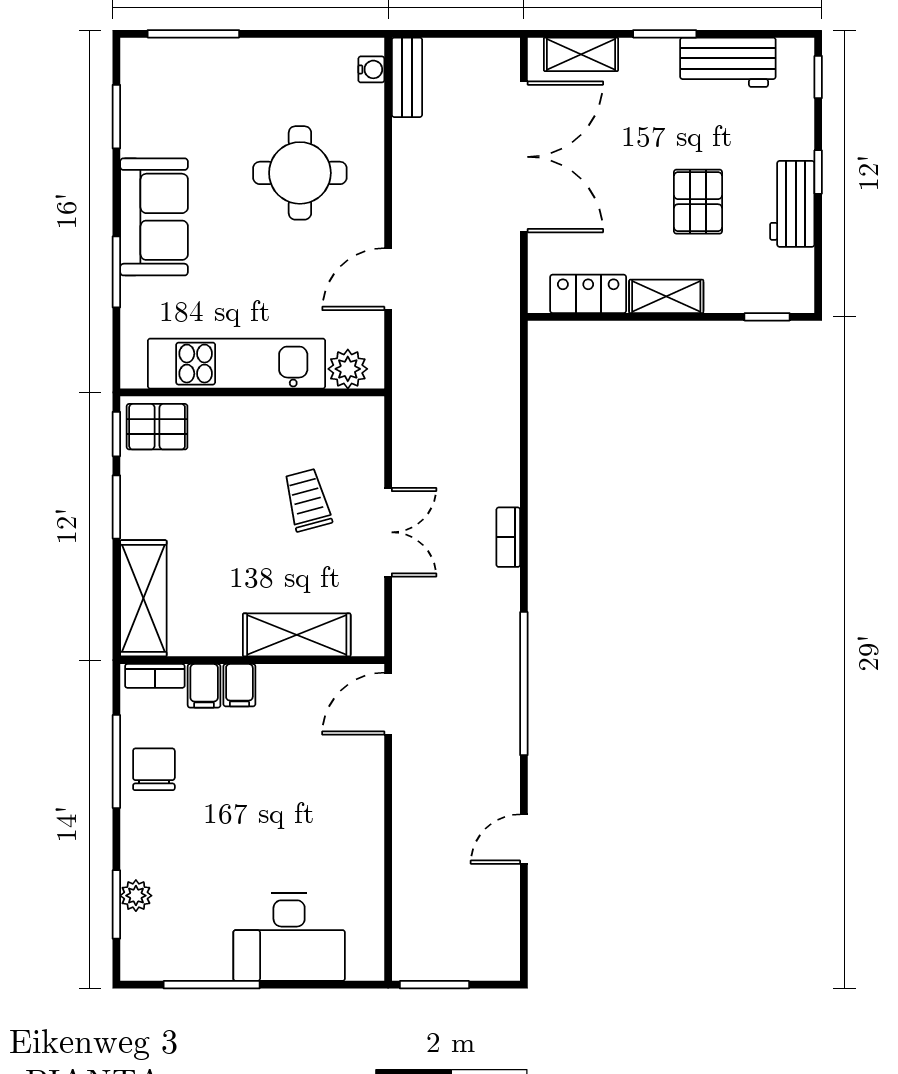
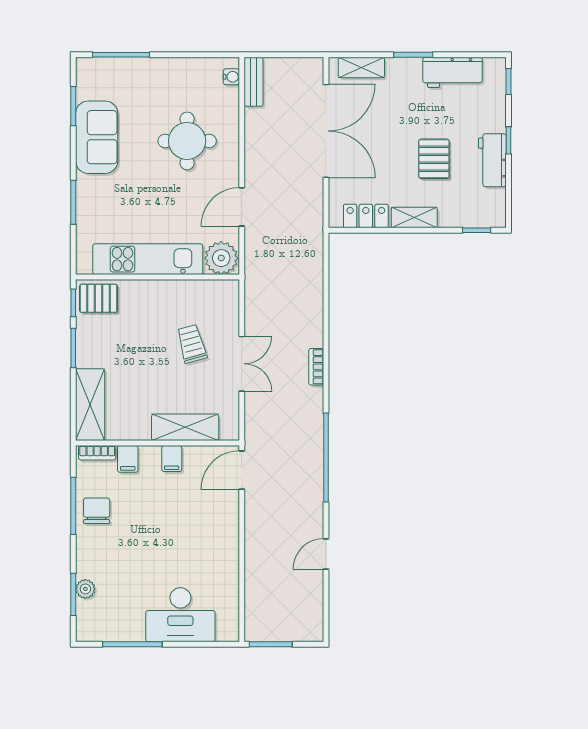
sofa: (154, 217) -> (97, 137), moved
plant: (348, 369) -> (221, 258), width x1.36, depth x1.36
filing cabinet: (239, 685) -> (172, 459), moved

